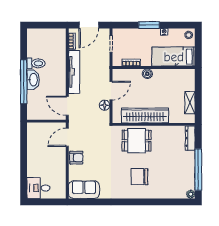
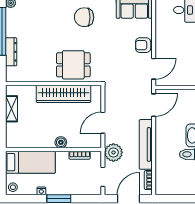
plant: (102, 65) -> (113, 152), added
floor lamp: (105, 105) -> (110, 106), removed
door: (67, 106) -> (154, 105), hinge flipped
dresser: (190, 138) -> (11, 52), moved
chair: (139, 177) -> (84, 17), moved, turned 180

